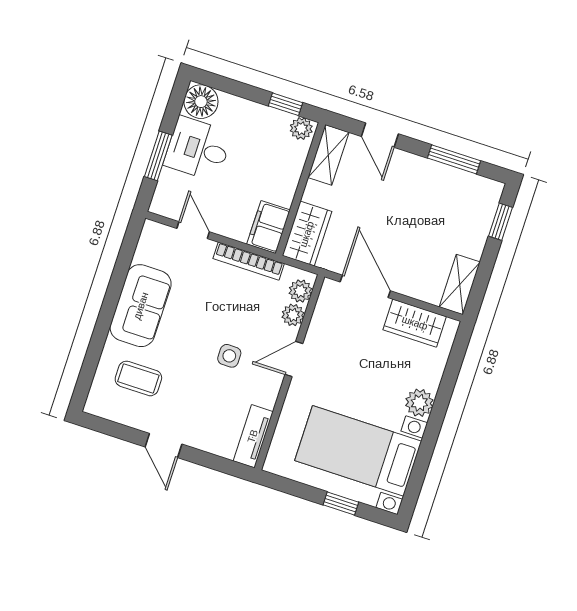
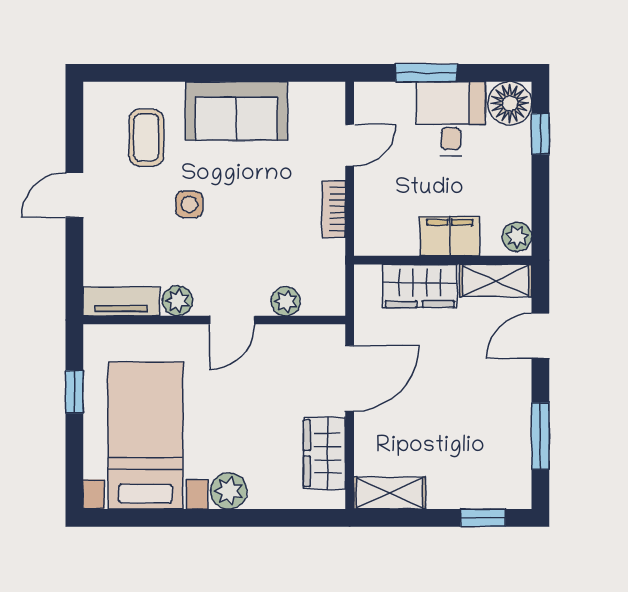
window: (286, 104) -> (540, 134), moved
filing cabinet: (269, 227) -> (450, 236), moved
wardrobe: (307, 234) -> (420, 286), moved
bookcase: (249, 261) -> (334, 209), width x0.64
plant: (300, 291) -> (178, 301), moved
side table: (229, 356) -> (189, 204), moved
door: (294, 359) -> (232, 320), swing flipped
window: (341, 503) -> (74, 392), moved

